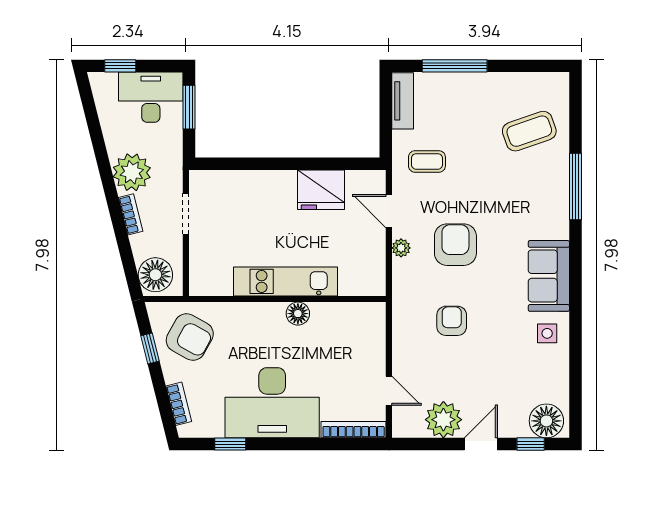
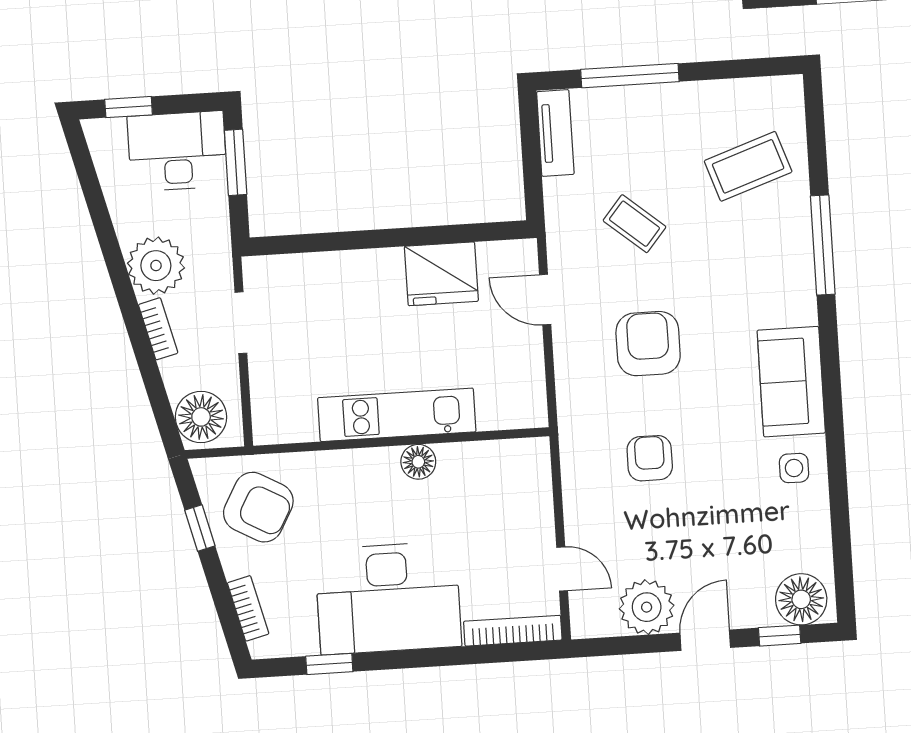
coffee table: (427, 161) -> (634, 224), moved, turned 40
plant: (401, 248) -> (567, 354), removed

